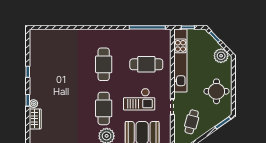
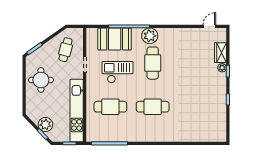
plant: (221, 56) -> (45, 124), moved
cafe table: (104, 64) -> (153, 107), turned 90

